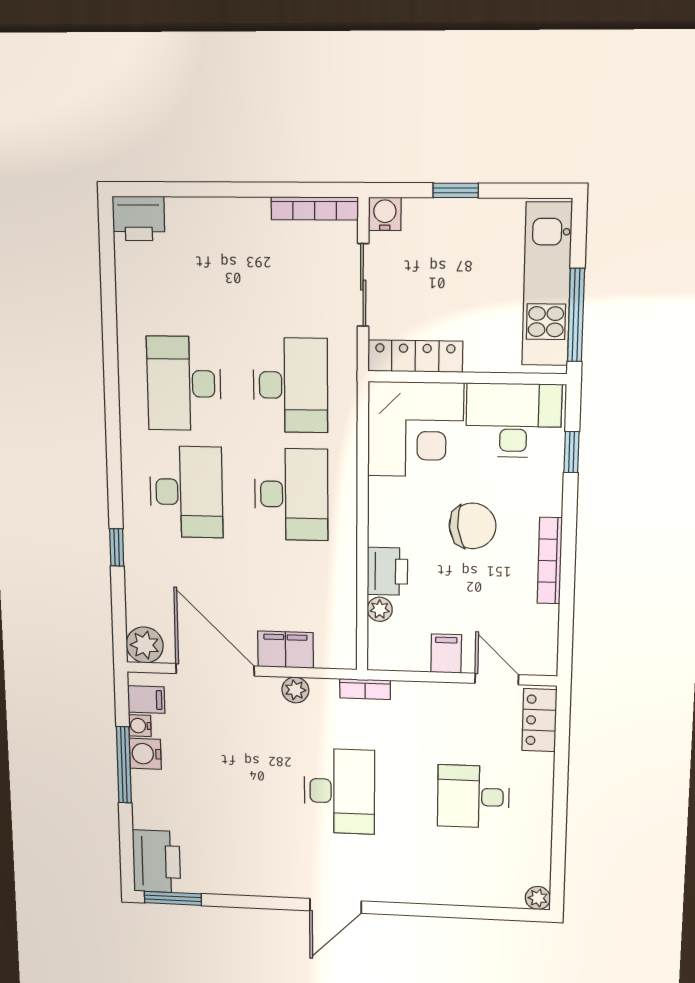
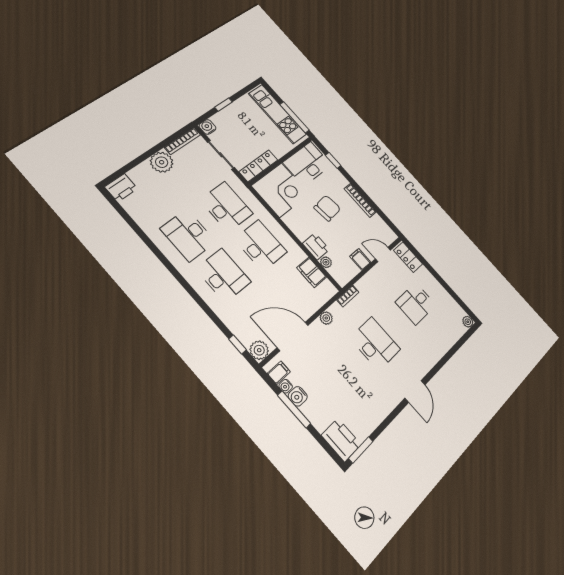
plant: (244, 222) -> (162, 162), added
window: (117, 547) -> (237, 344), moved
filing cabinet: (285, 650) -> (312, 272), moved, turned -90

